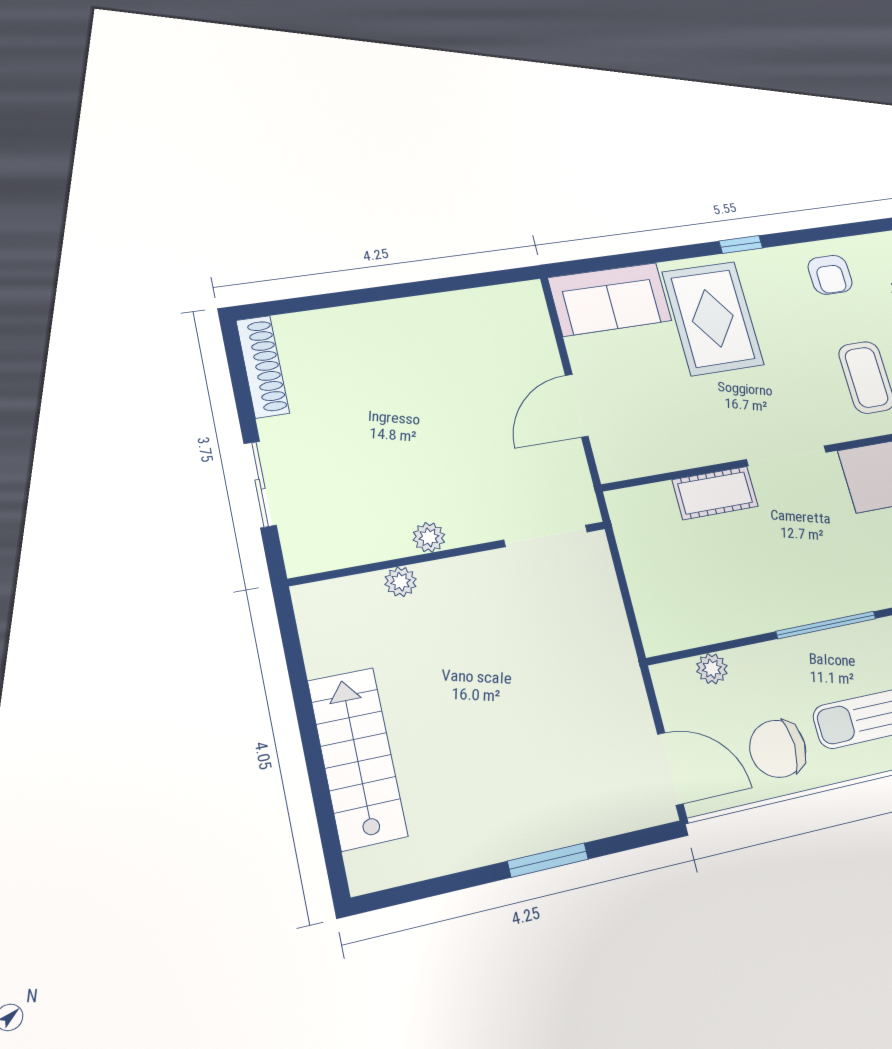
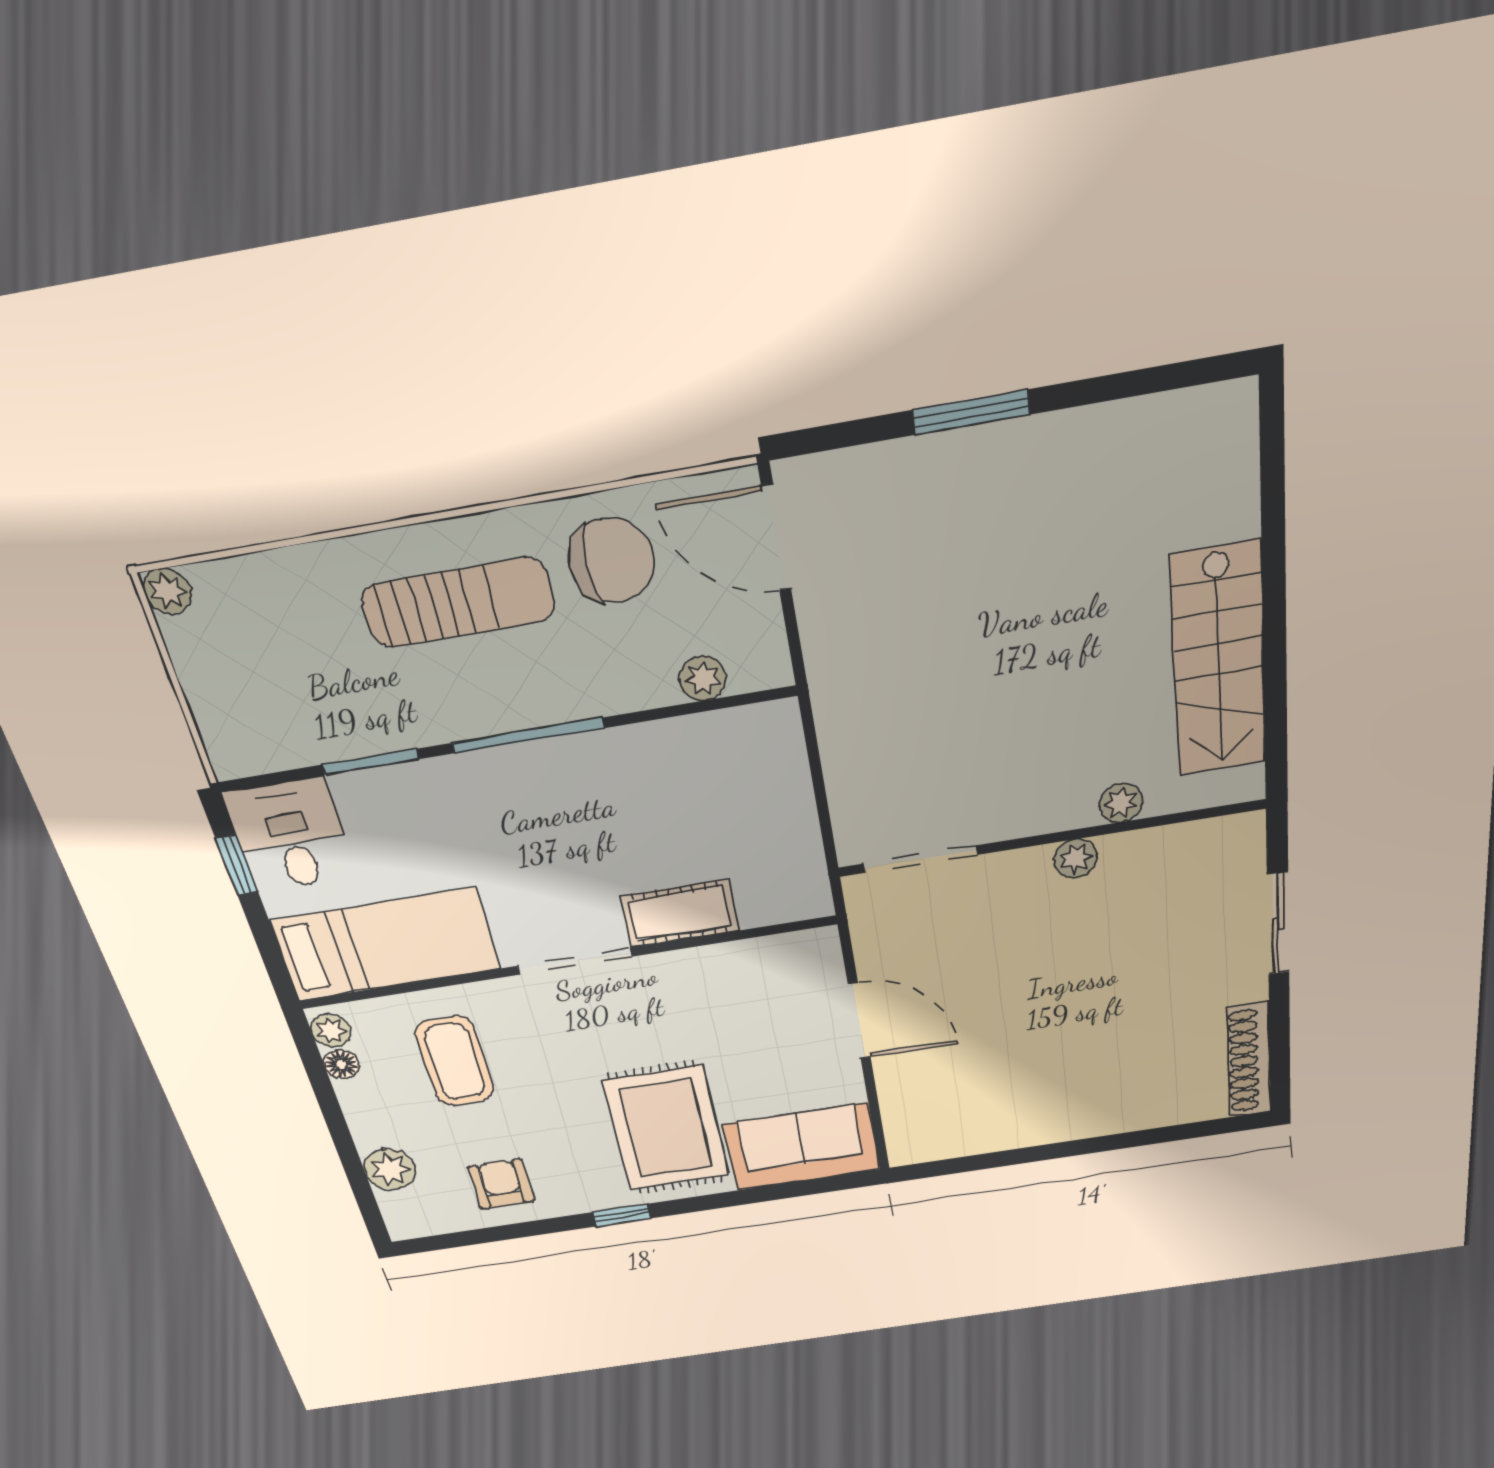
door: (577, 406) -> (859, 1021), hinge flipped
stairs: (357, 758) -> (1219, 661), moved

